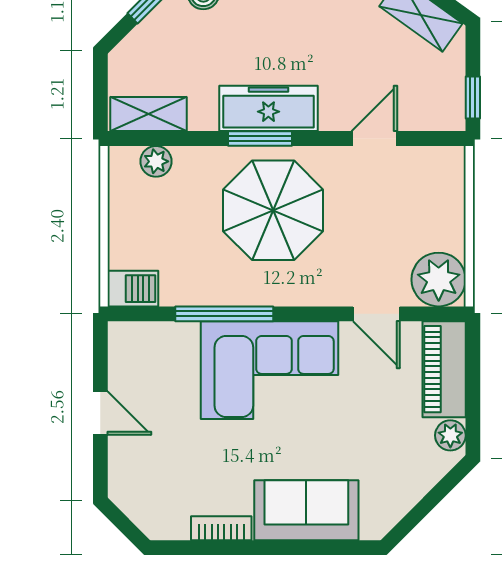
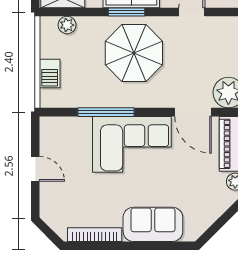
barbecue: (133, 289) -> (50, 73), moved, turned 90
door: (376, 314) -> (193, 112), width x1.38
bookcase: (221, 528) -> (95, 235), width x1.56

